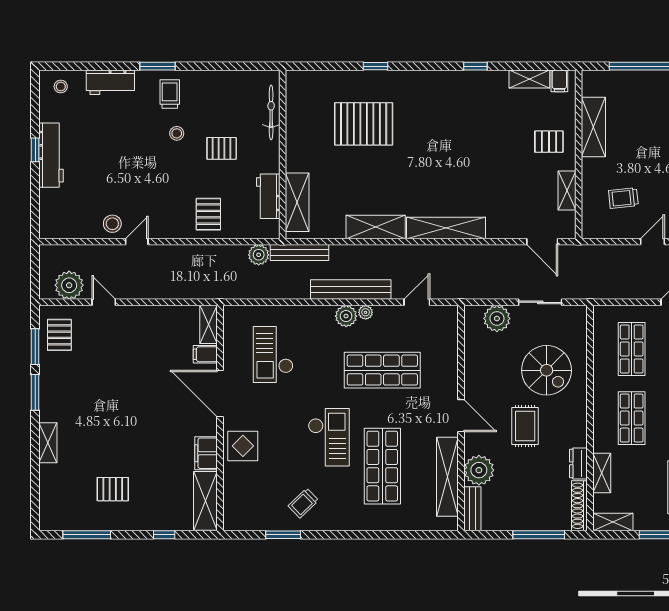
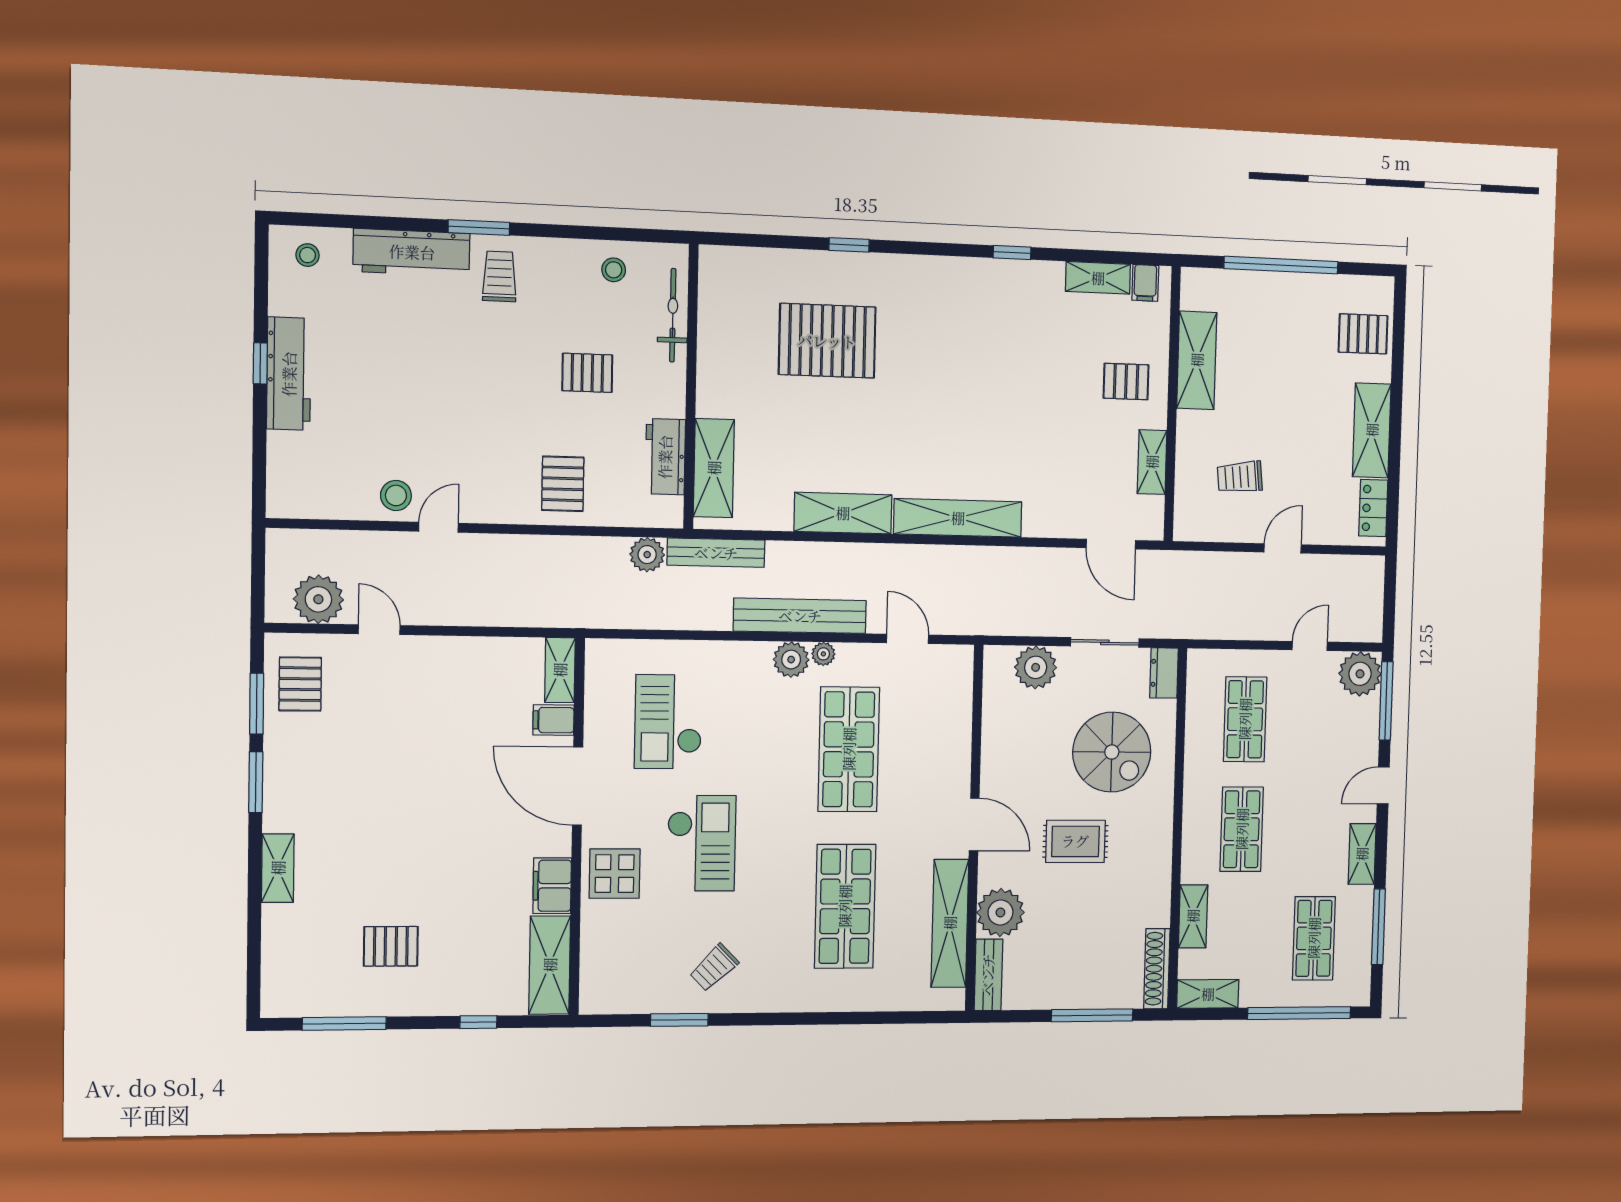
workbench: (110, 82) -> (412, 252), width x1.38
stool: (177, 133) -> (614, 270), moved
door: (417, 302) -> (908, 639), hinge flipped
shop shelf: (382, 370) -> (849, 749), turned 90
rug: (525, 426) -> (1075, 841), turned 90
checkout: (329, 437) -> (701, 843), moved
dresser: (578, 463) -> (1164, 673), moved

